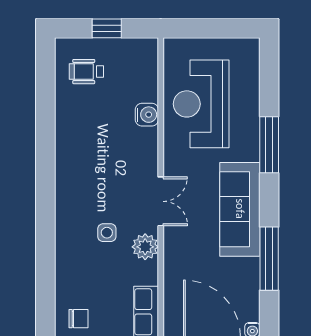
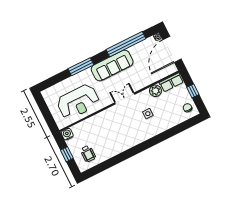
water cooler: (147, 115) -> (67, 134), moved
plant: (145, 247) -> (155, 91), moved
window: (269, 259) -> (126, 44), width x1.46

